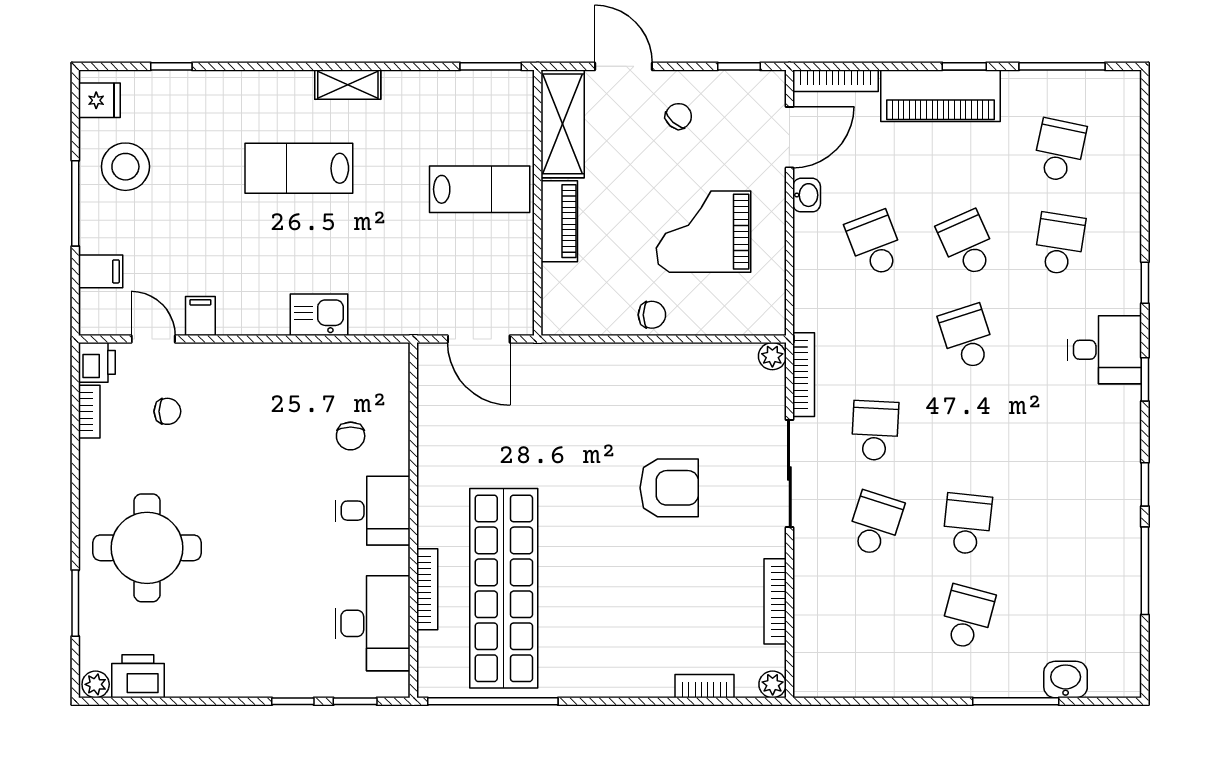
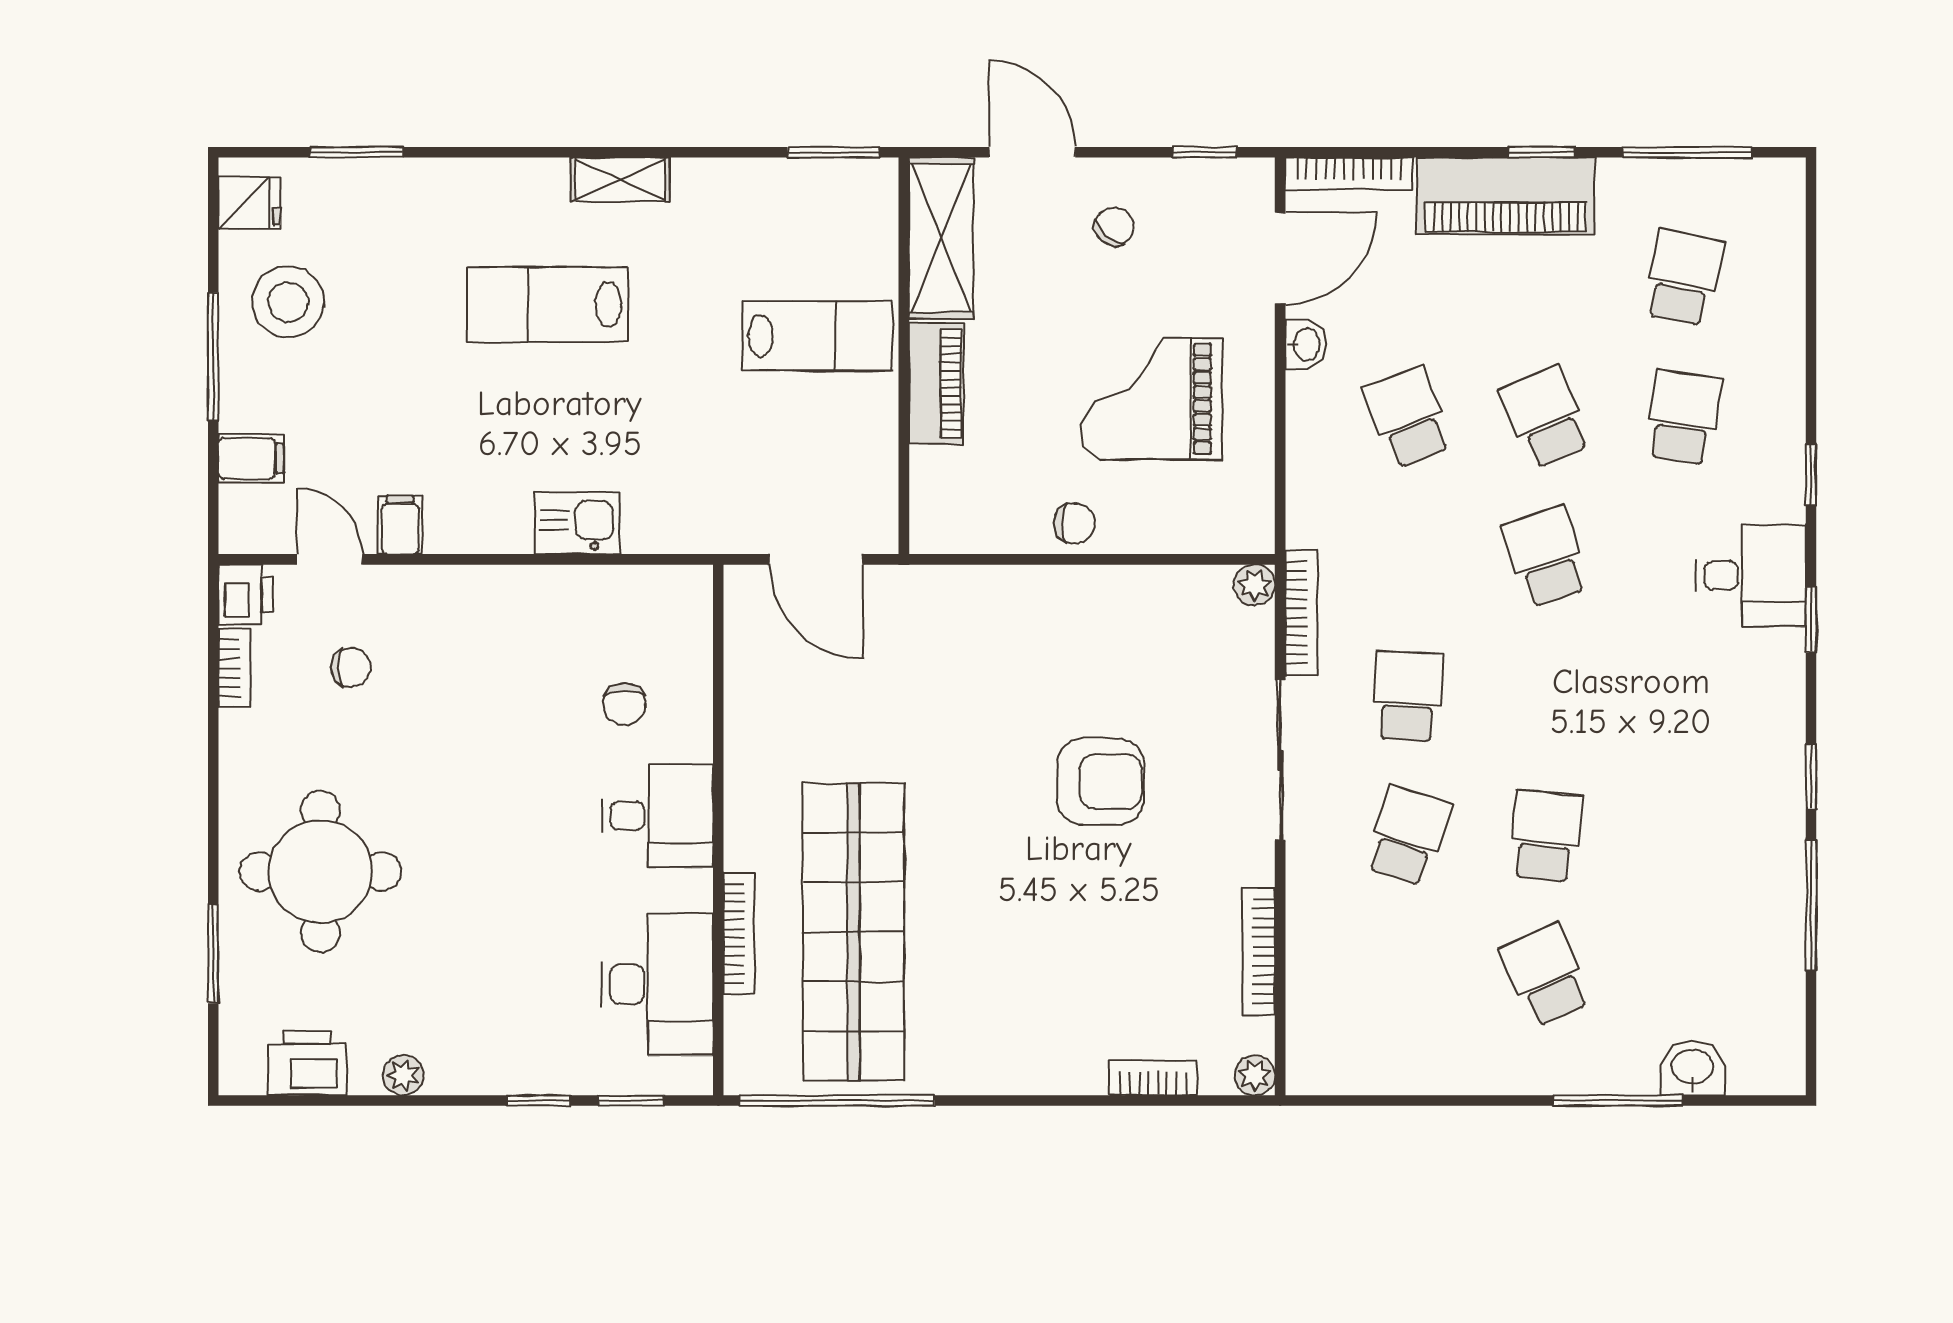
window: (171, 66) -> (357, 152), width x1.50
school desk: (967, 617) -> (1546, 975), turned -39
plant: (96, 684) -> (403, 1075), moved

